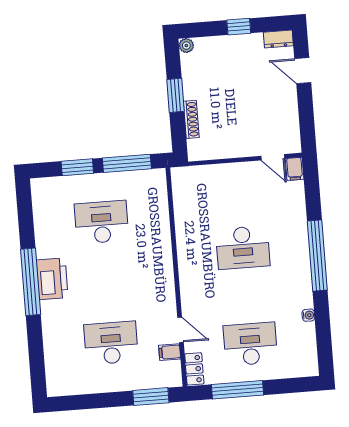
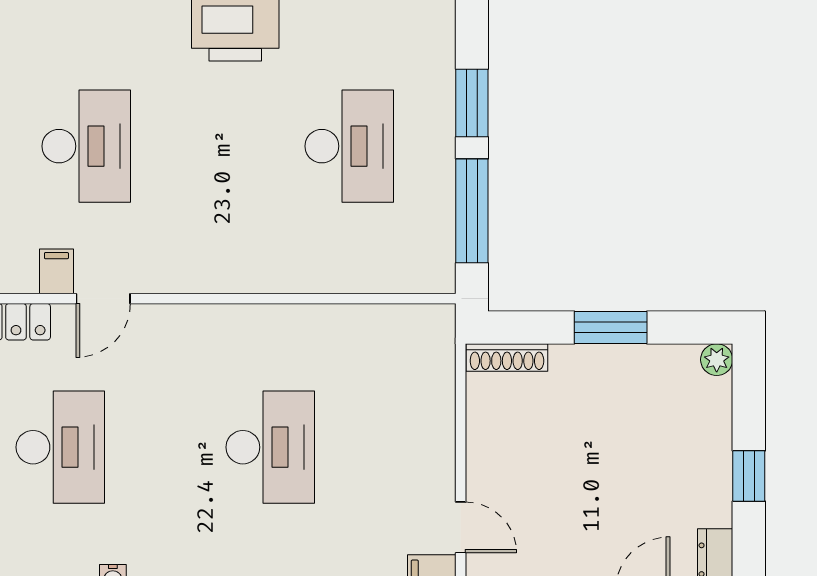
shoe rack: (191, 119) -> (507, 357), moved
door: (273, 157) -> (461, 527), swing flipped
desk: (243, 248) -> (270, 447), turned 180

